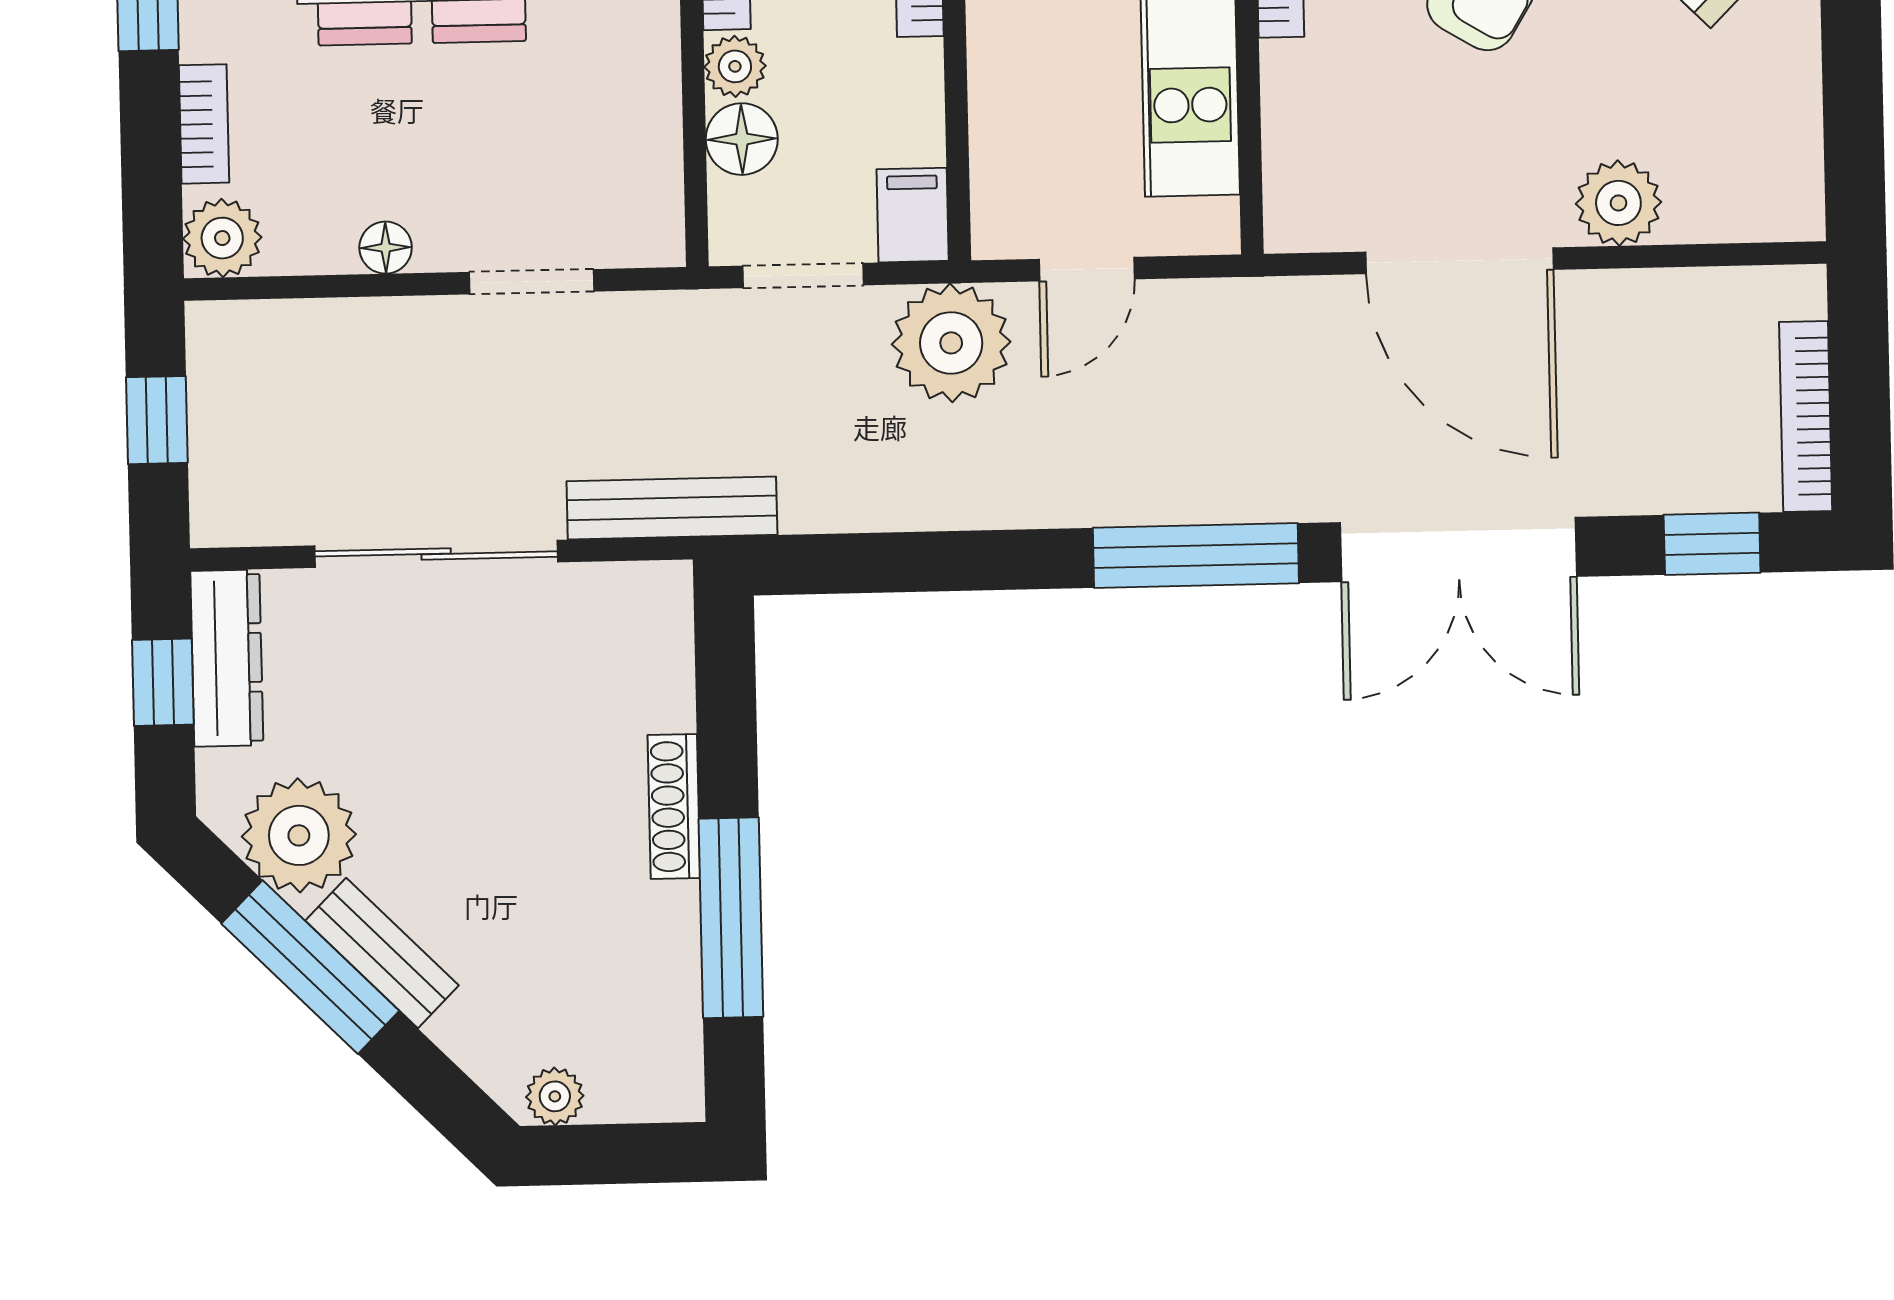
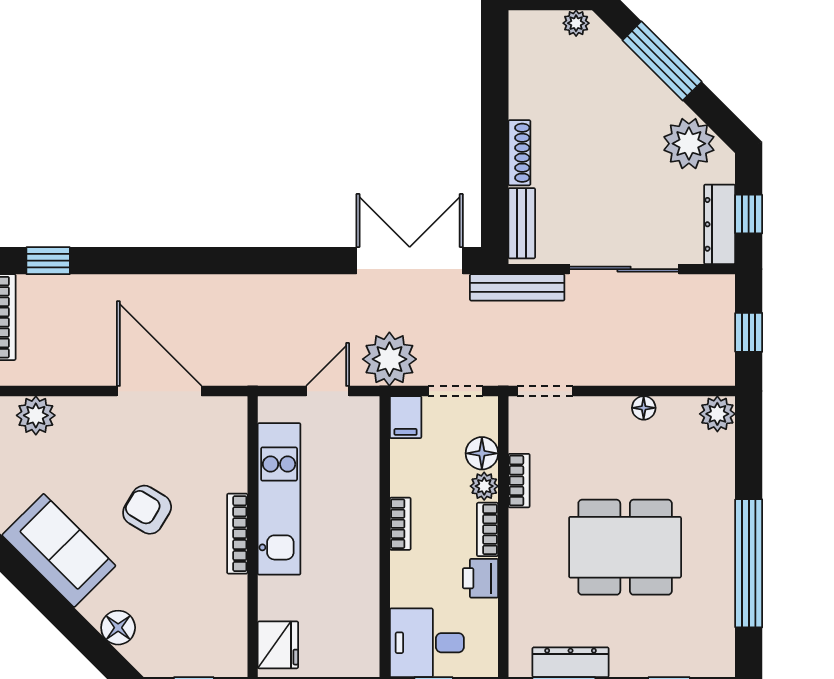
bookcase: (204, 124) -> (519, 481), moved, turned 180
plant: (1618, 203) -> (36, 415), moved
doorway: (531, 282) -> (545, 391), moved
double door: (1458, 550) -> (410, 261), moved
window: (1196, 555) -> (281, 261), removed
window: (731, 918) -> (495, 102), removed
bench: (382, 953) -> (522, 223), moved, turned 45
window: (310, 967) -> (662, 61), moved

